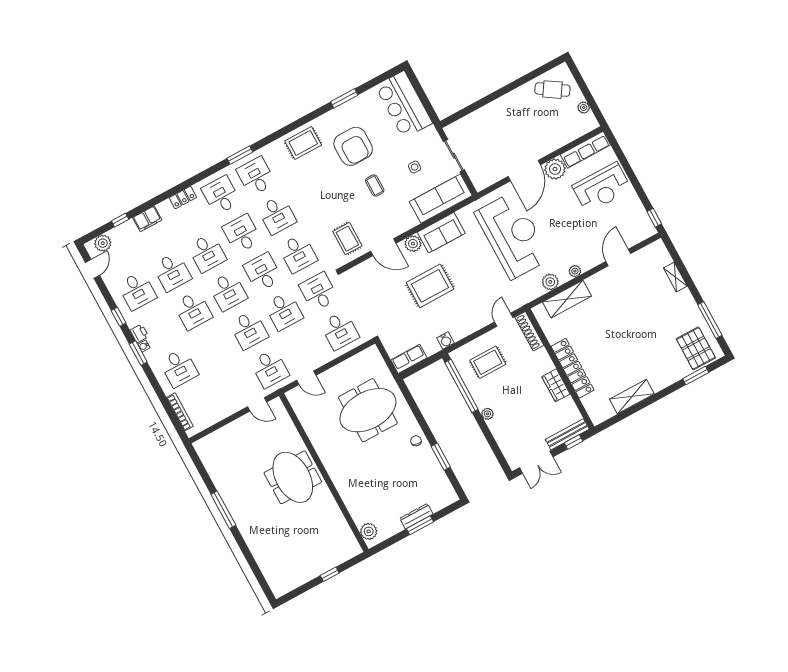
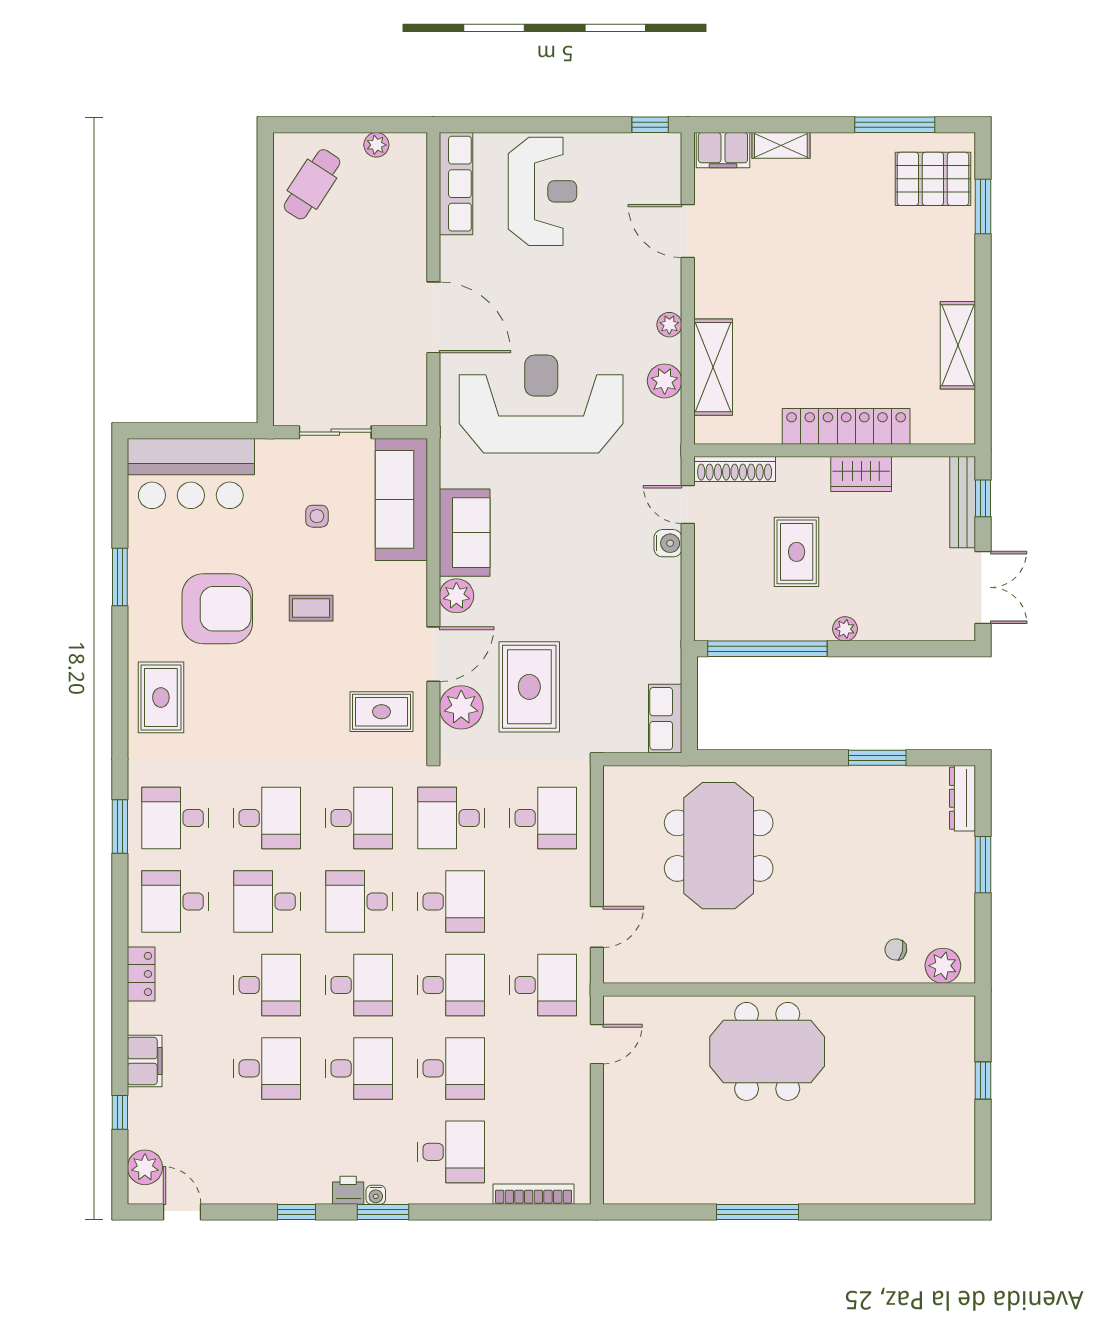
plant: (555, 169) -> (461, 707), moved
filing cabinet: (660, 254) -> (723, 150), added
rug: (430, 286) -> (529, 687), moved
desk: (137, 291) -> (451, 1068), moved
water cooler: (446, 341) -> (668, 543), moved
rug: (488, 362) -> (797, 552), moved
chair: (416, 441) -> (896, 949), moved
dresser: (416, 516) -> (963, 798), moved

